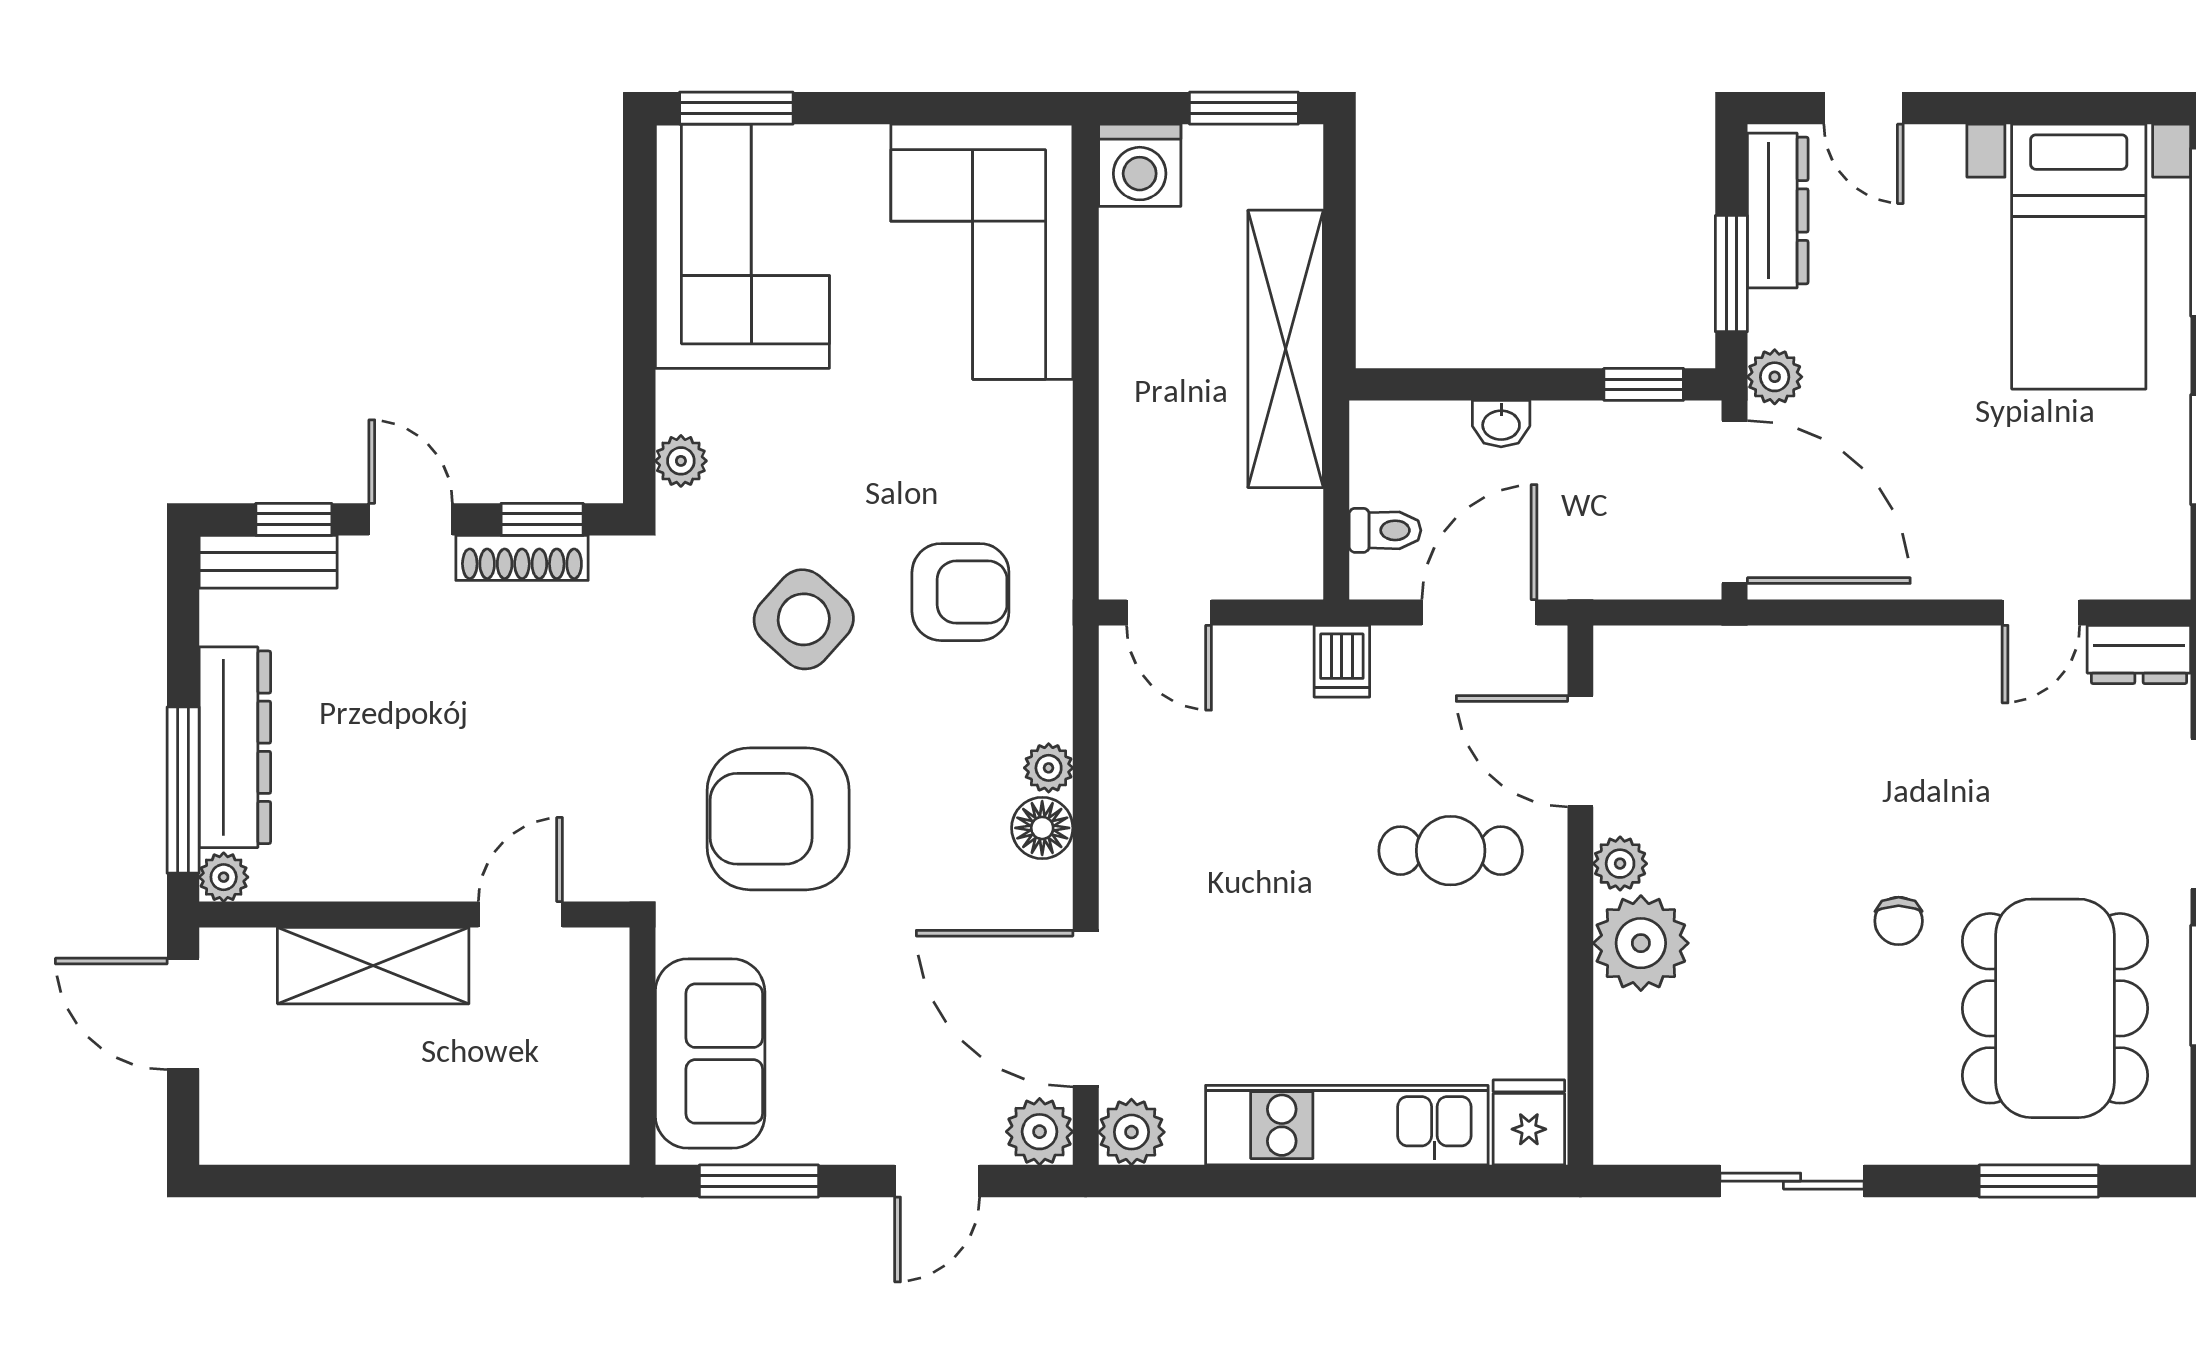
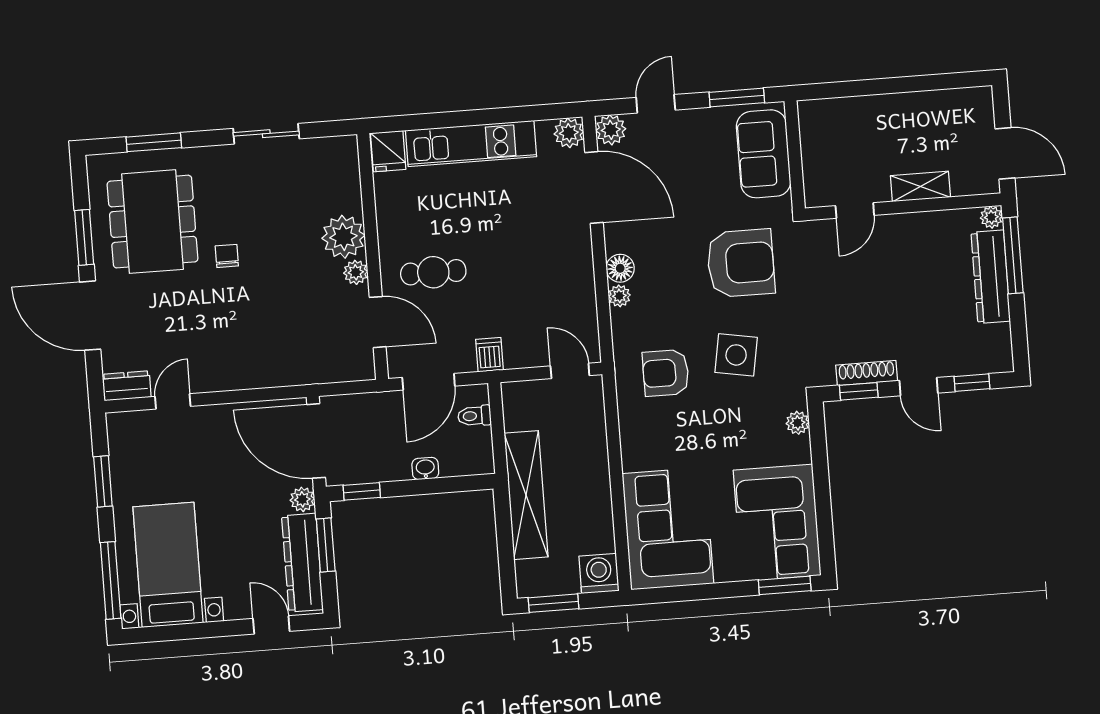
dresser: (1778, 210) -> (302, 563), width x1.37, depth x1.24
bench: (268, 562) -> (982, 362), removed
side table: (804, 619) -> (736, 355), turned -32
shelving: (373, 966) -> (920, 186), width x0.67, depth x0.75

